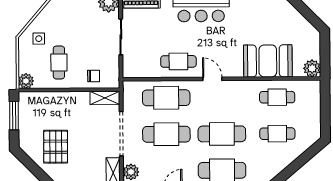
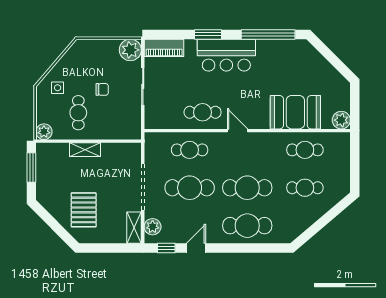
chair: (94, 76) -> (102, 89), moved
shelving: (105, 98) -> (85, 150), moved
cafe table: (166, 98) -> (190, 150), width x0.73, depth x0.74
pallet: (56, 147) -> (84, 210), moved

